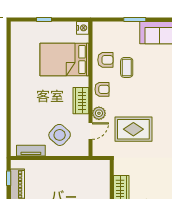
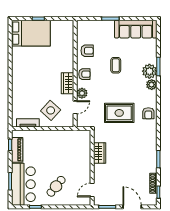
nightstand: (83, 28) -> (69, 25), removed
bed: (64, 59) -> (31, 33), moved, turned 180
coffee table: (127, 67) -> (116, 65), moved
rug: (133, 129) -> (119, 113), moved

